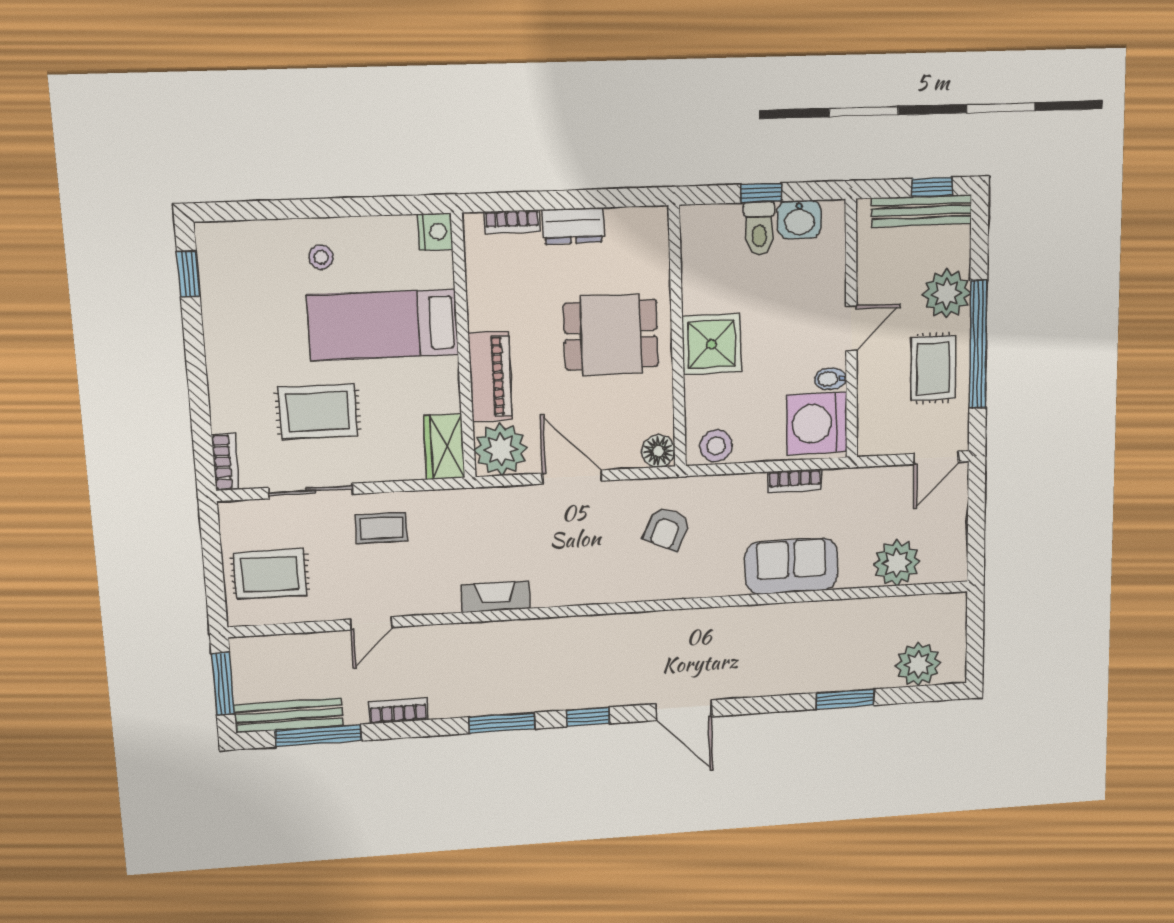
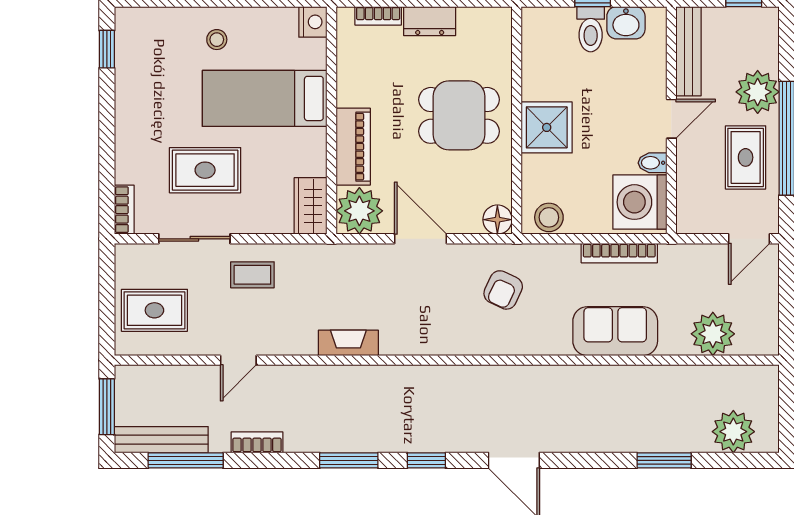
bench: (922, 211) -> (689, 51), moved, turned 90
bookcase: (795, 481) -> (619, 253), width x1.56

